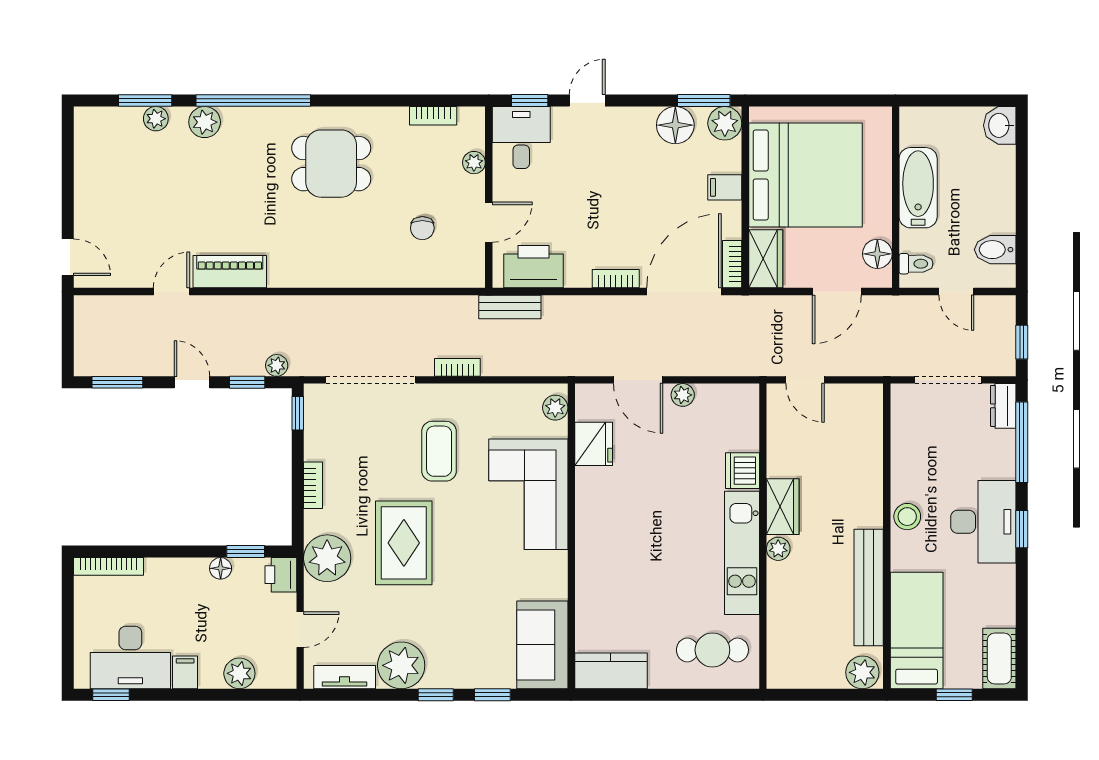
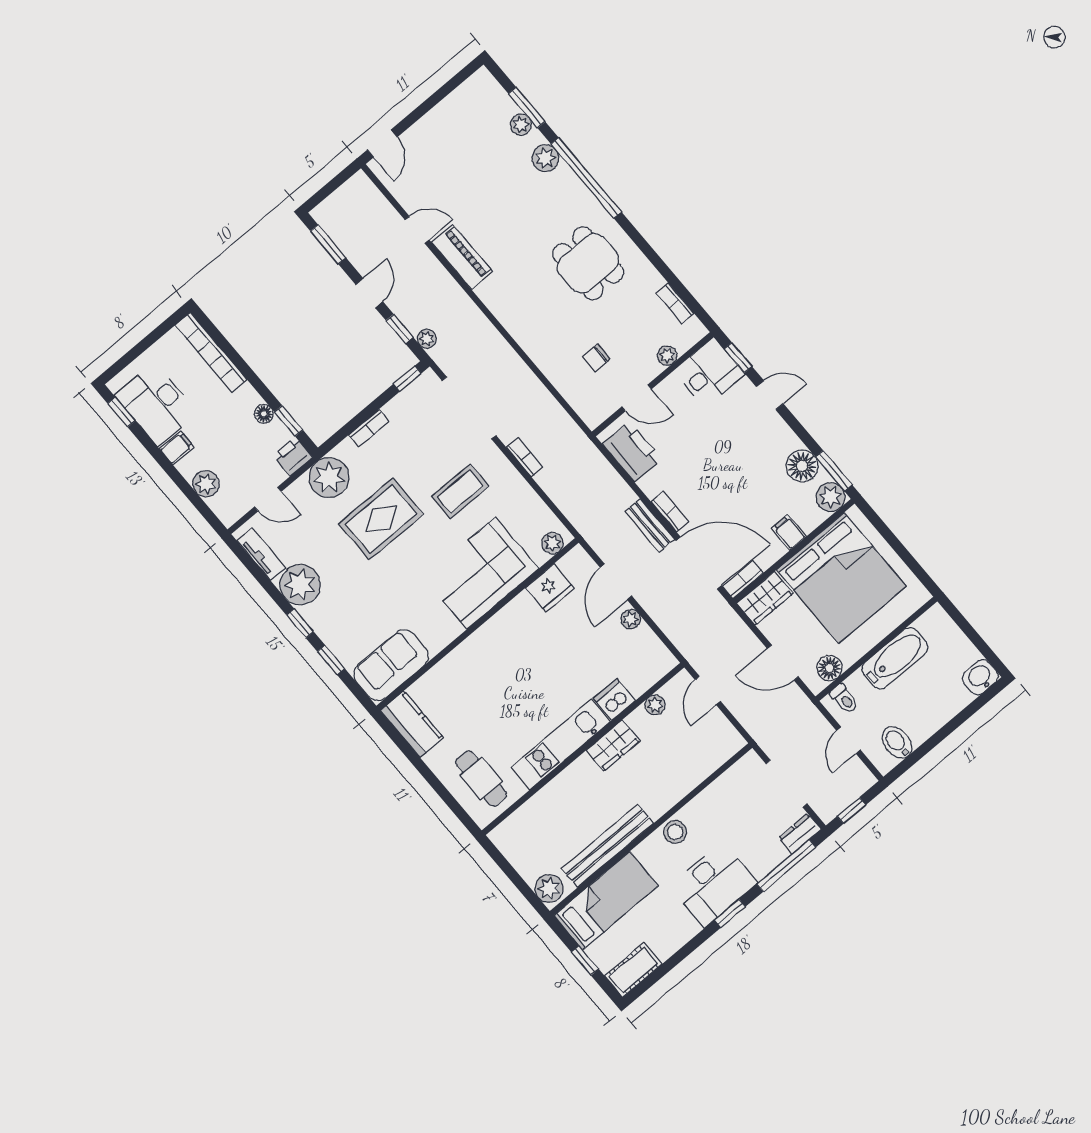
bench: (510, 307) -> (650, 525), moved
plant: (778, 549) -> (655, 705), moved
bookcase: (109, 566) -> (211, 352), width x1.48, depth x1.31

